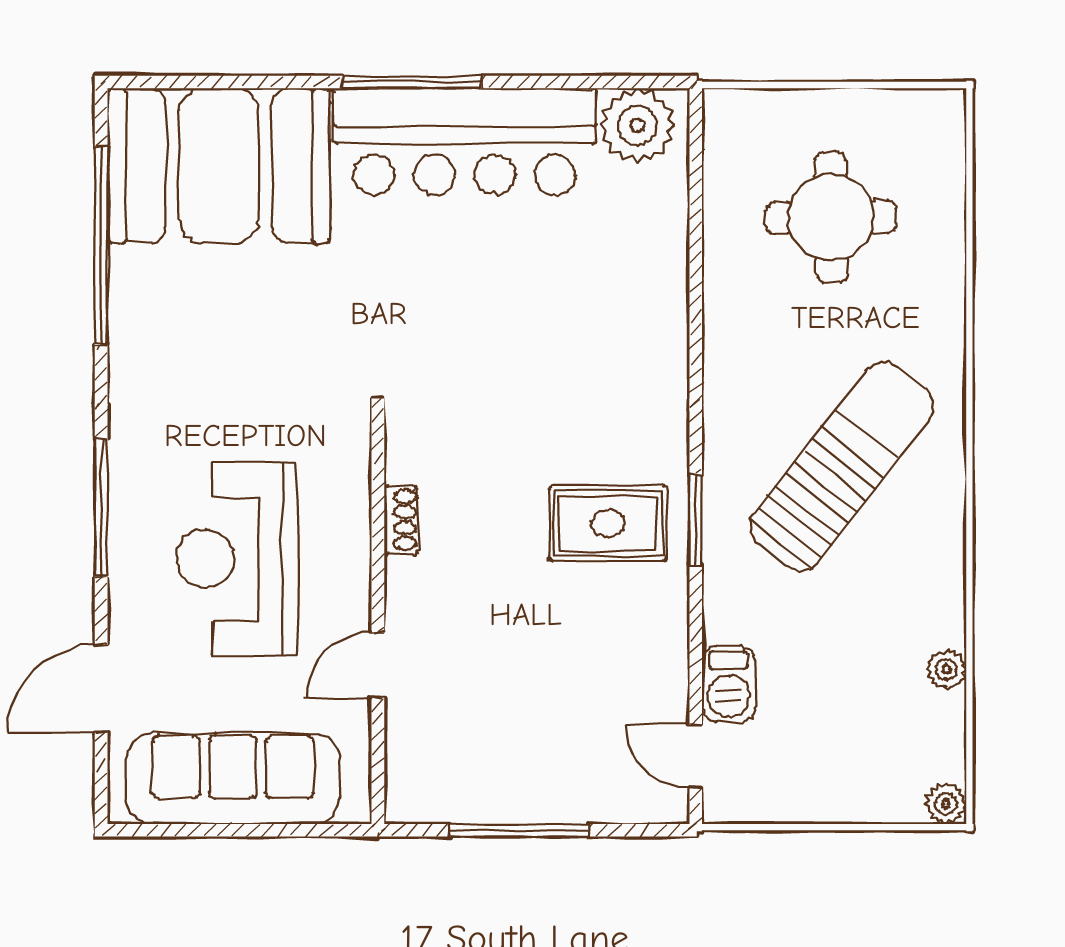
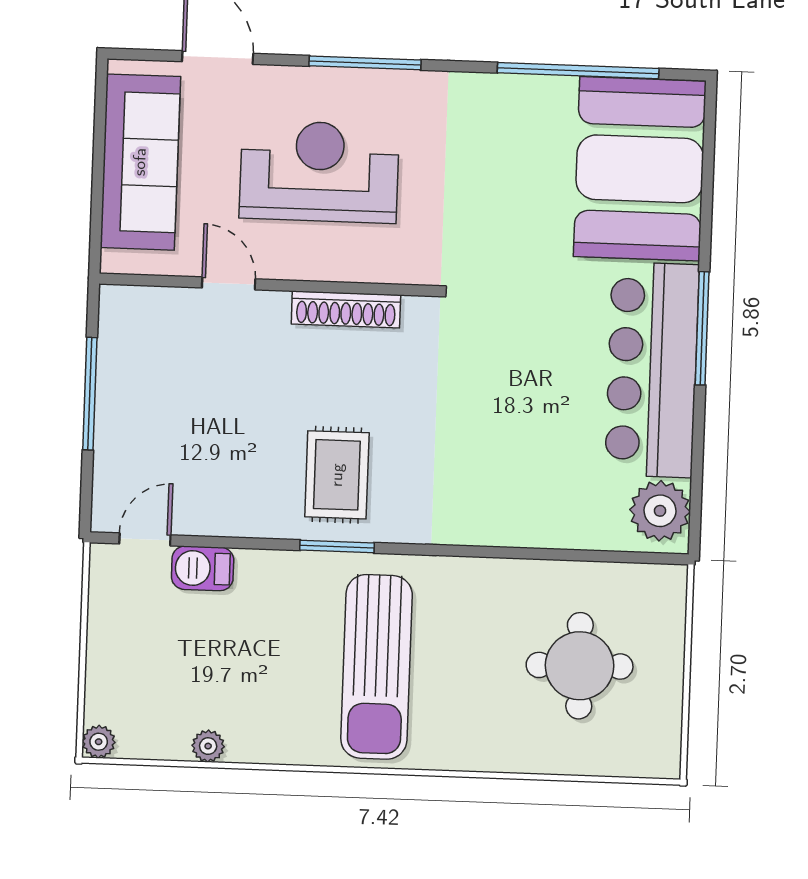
sun lounger: (842, 466) -> (377, 667), turned 52
shoe rack: (401, 520) -> (346, 309), width x1.94, depth x1.24

